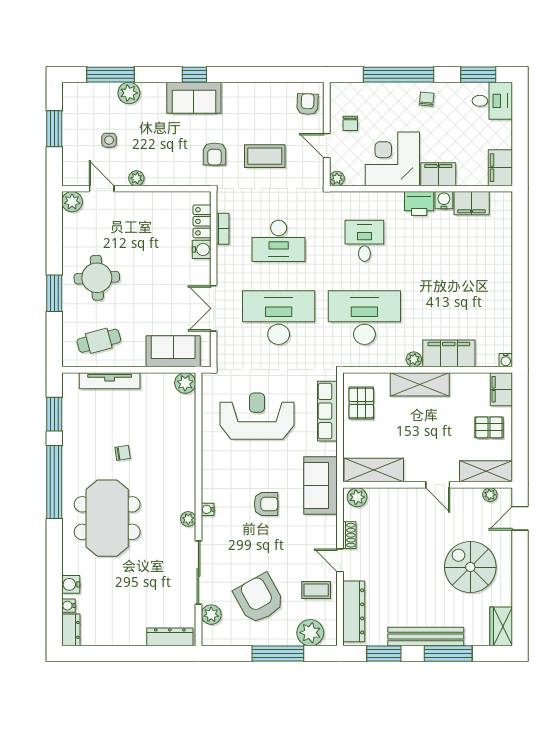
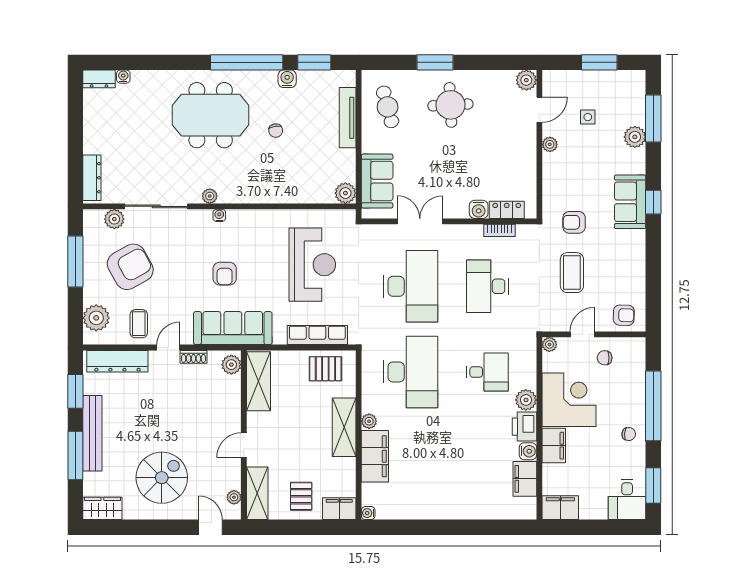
plant: (392, 202) -> (526, 400), added
sofa: (320, 485) -> (233, 328), width x1.36
water cooler: (71, 584) -> (287, 79), moved
window: (278, 653) -> (75, 262), moved

